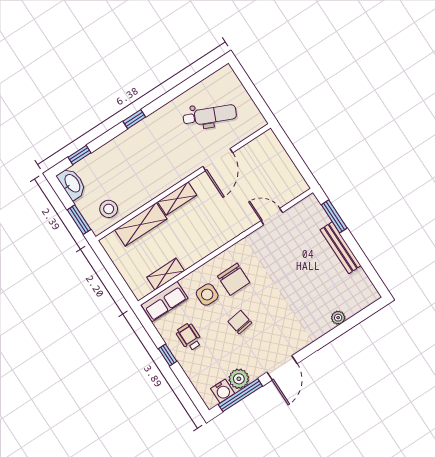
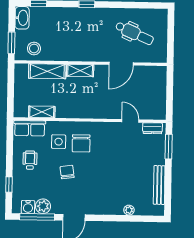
dresser: (302, 208) -> (152, 128), added
bench: (341, 248) -> (159, 185), moved
window: (168, 355) -> (9, 185), moved

